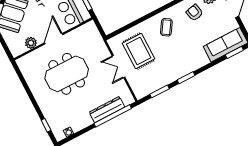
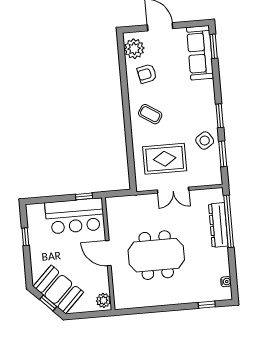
plant: (31, 43) -> (104, 300), moved
meeting table: (67, 74) -> (156, 255), turned 90
side table: (164, 74) -> (205, 141), added

